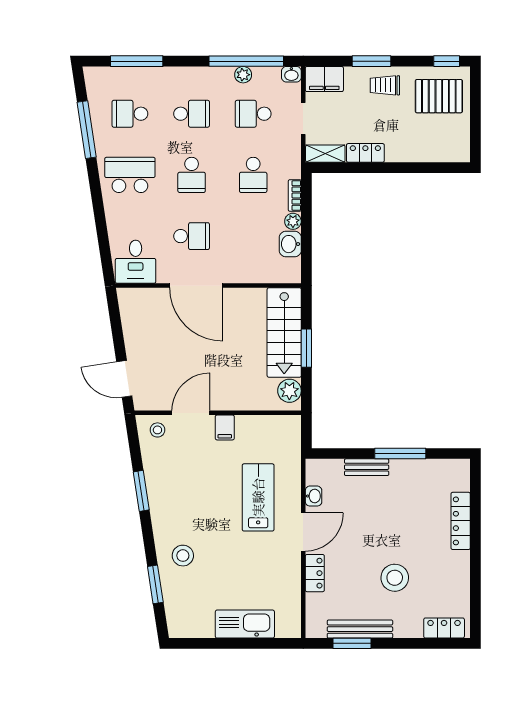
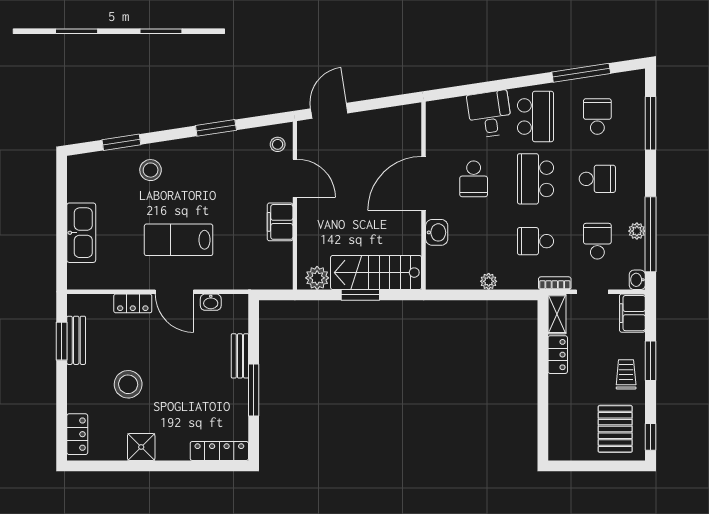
school desk: (192, 114) -> (597, 179), turned -90
school desk: (192, 175) -> (535, 179), width x1.85
bookcase: (295, 195) -> (555, 283), moved
washbasin: (290, 244) -> (437, 232), moved, turned 90
desk: (136, 262) -> (490, 114), moved, turned 81
filing cabinet: (225, 427) -> (280, 222), width x2.00
lab bench: (258, 497) -> (179, 240), moved, turned 180
locker: (461, 521) -> (219, 451), moved
shower: (457, 565) -> (141, 447), added
bench: (360, 629) -> (76, 340), width x0.73

